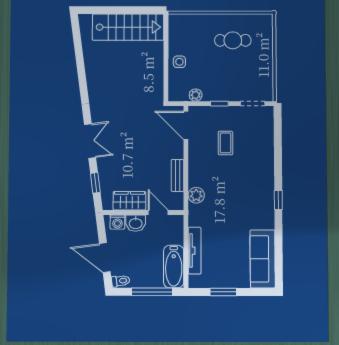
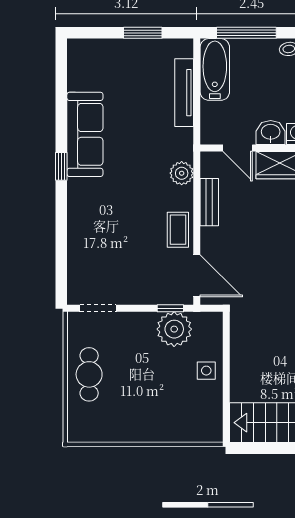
cafe table: (233, 40) -> (89, 374), moved, turned 90
plant: (196, 95) -> (174, 329), width x1.87, depth x1.87
window: (219, 104) -> (170, 308), moved
coffee table: (225, 143) -> (178, 230), moved
sofa: (263, 259) -> (85, 134), moved

